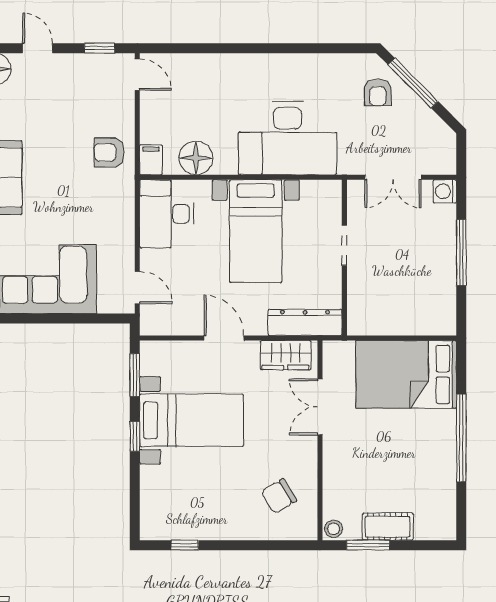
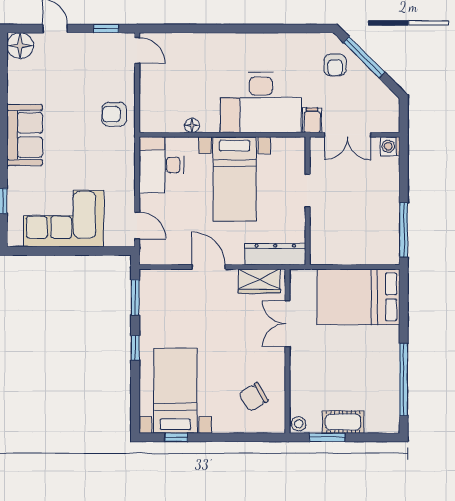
floor lamp: (196, 158) -> (192, 125), width x0.53, depth x0.53
filing cabinet: (151, 160) -> (312, 120), moved
window: (461, 253) -> (404, 230), moved
bed with nightstands: (192, 420) -> (175, 391), moved, turned -90
window: (461, 438) -> (404, 379), moved

